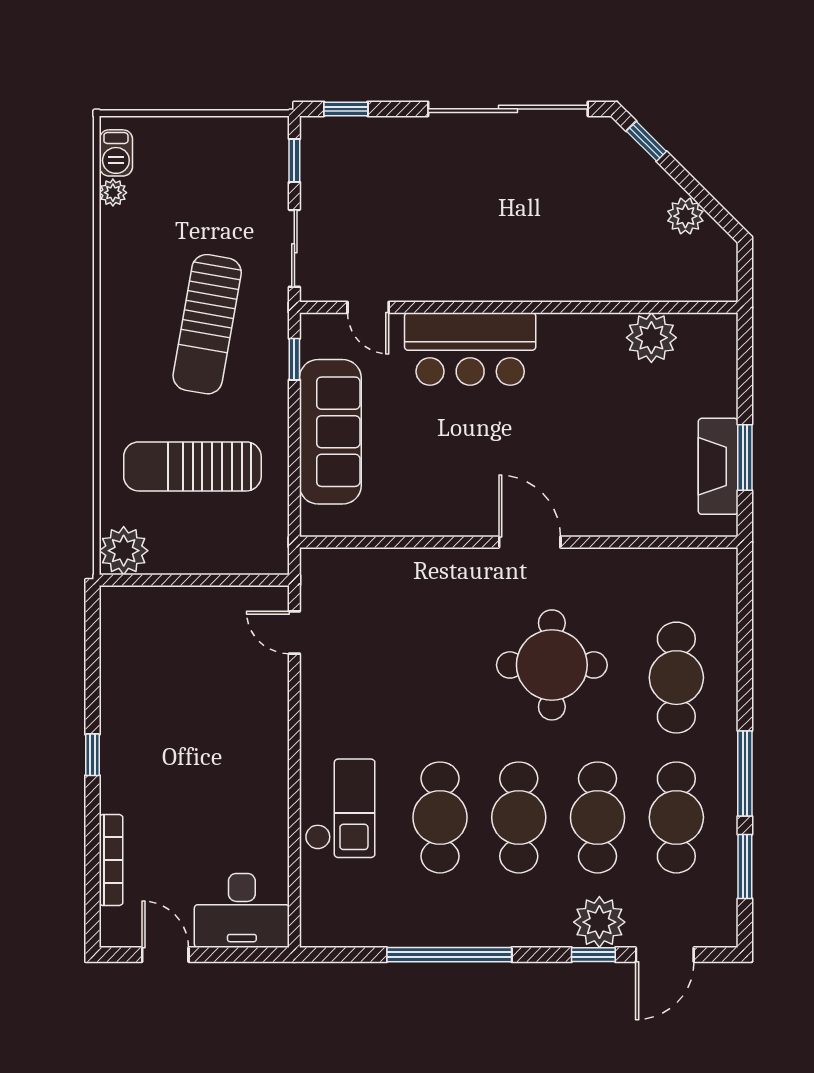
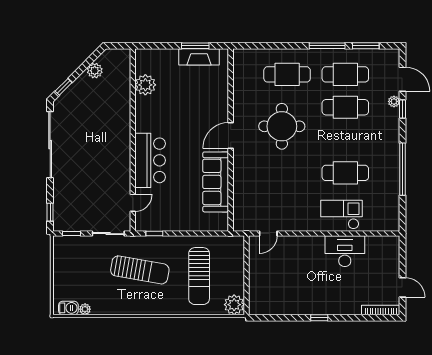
sofa: (330, 432) -> (216, 182), moved, turned -90
cafe table: (519, 817) -> (345, 140), removed
bookcase: (111, 860) -> (381, 310), moved
desk: (242, 911) -> (345, 251), moved, turned -90
plant: (599, 922) -> (394, 101), width x0.53, depth x0.53
door: (165, 955) -> (403, 287), swing flipped

